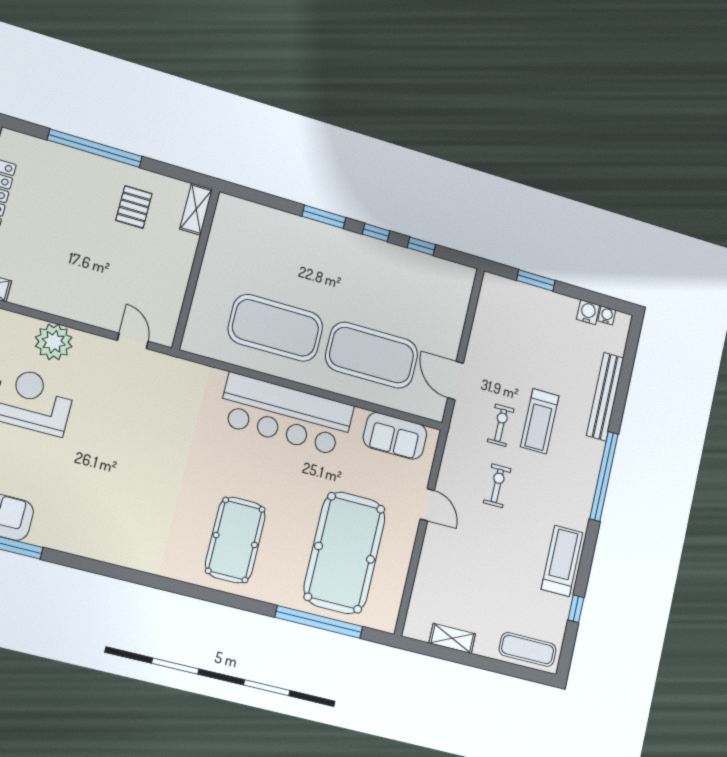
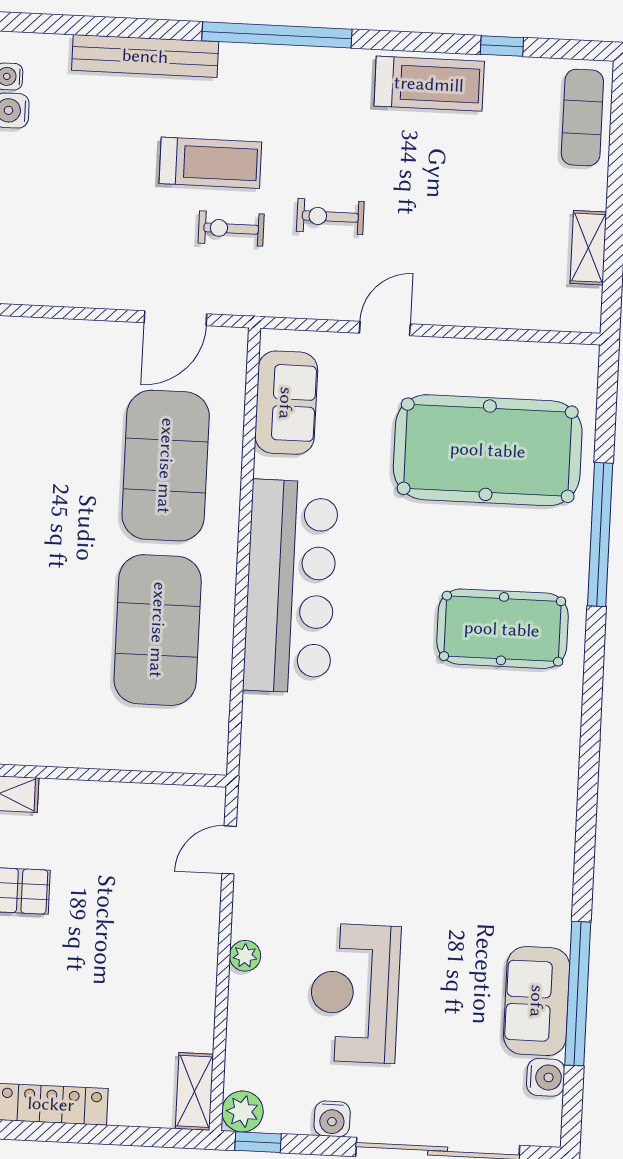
plant: (54, 342) -> (245, 956), width x0.53, depth x0.53
treadmill: (562, 561) -> (429, 84), turned 180
window: (319, 622) -> (600, 535), moved

